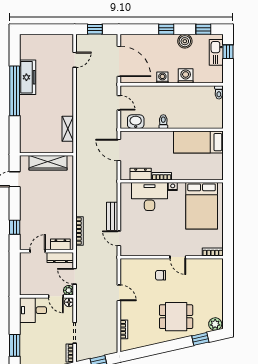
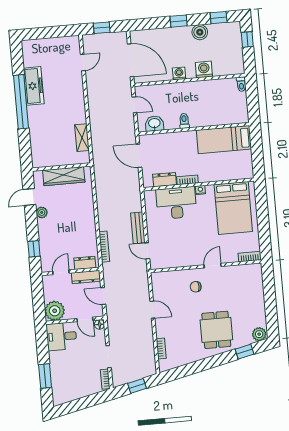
kitchen sink: (216, 52) -> (235, 41), removed
plant: (25, 195) -> (42, 212), added
door: (178, 257) -> (213, 266), swing flipped
plant: (69, 290) -> (55, 311), moved, width x1.87, depth x1.87
dining table: (176, 317) -> (216, 330), turned 90

